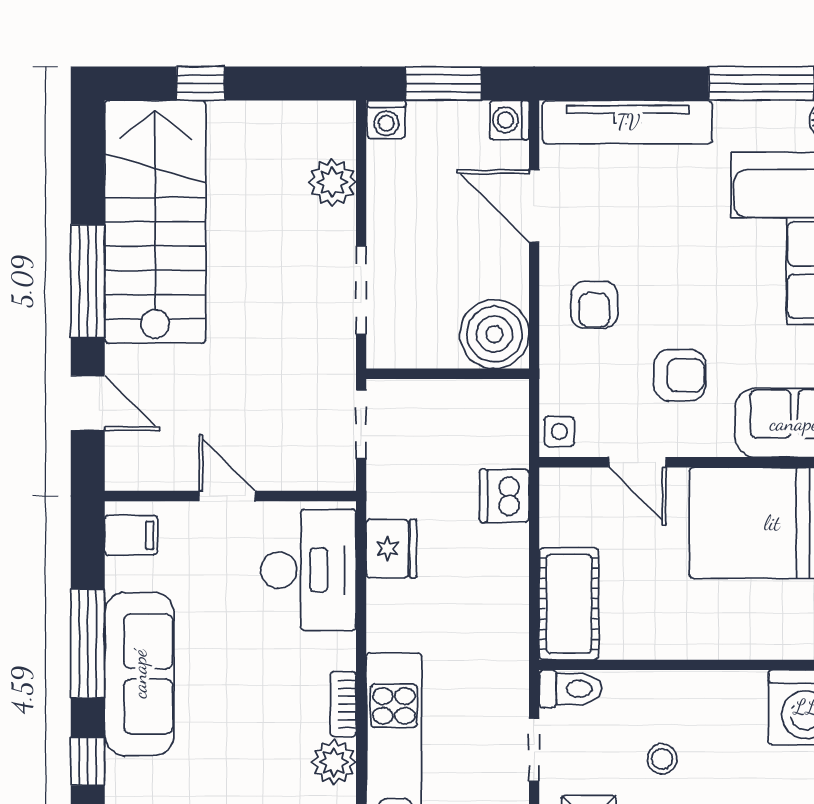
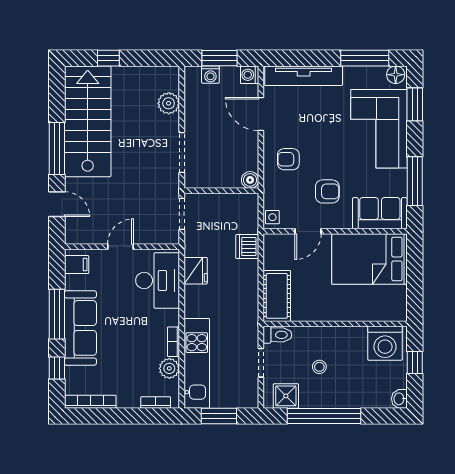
washing machine: (386, 119) -> (210, 75), moved
armchair: (594, 305) -> (288, 159), turned 90
boiler: (494, 334) -> (250, 180), width x0.54, depth x0.54
door: (637, 462) -> (308, 231), hinge flipped
door: (227, 496) -> (121, 247), hinge flipped

